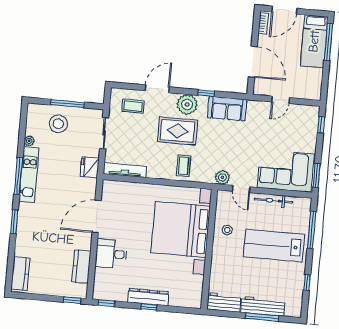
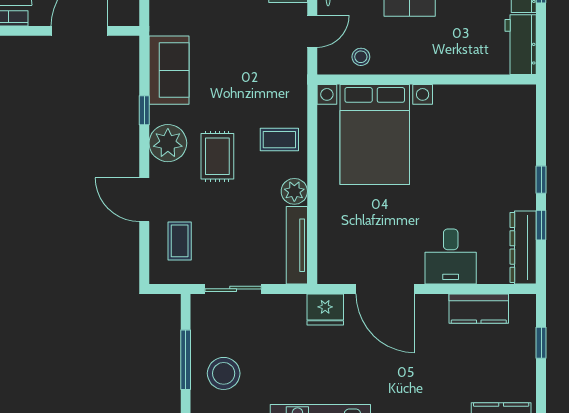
rug: (178, 131) -> (217, 156), width x0.73, depth x0.70
fridge: (90, 167) -> (325, 309), moved
plant: (222, 177) -> (294, 191), moved
bed with nightstands: (181, 230) -> (375, 135), width x0.73
stool: (227, 230) -> (361, 57), moved
dresser: (148, 297) -> (523, 247), moved
window: (72, 300) -> (541, 343), moved
window: (106, 303) -> (541, 225), moved

